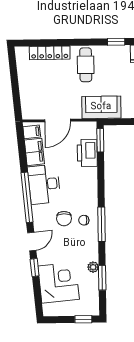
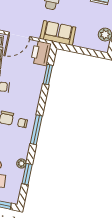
window: (100, 140) -> (48, 75), moved
printer: (87, 153) -> (41, 53), moved

